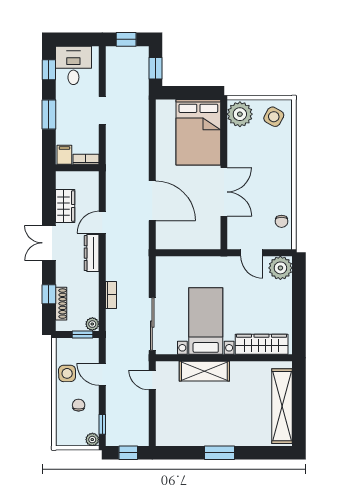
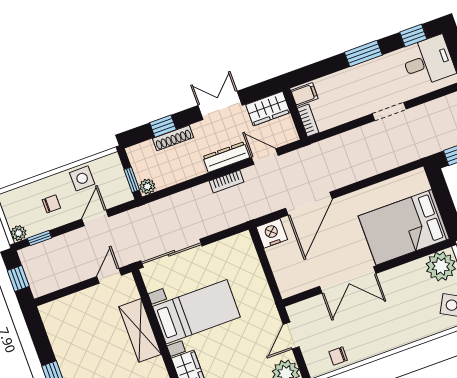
filing cabinet: (64, 155) -> (304, 95), moved
bookcase: (86, 159) -> (308, 120), moved
wall: (77, 168) -> (295, 114), moved
nightstand: (165, 239) -> (272, 233), added
bookcase: (111, 295) -> (226, 181), moved
shoe rack: (61, 304) -> (173, 138), moved

